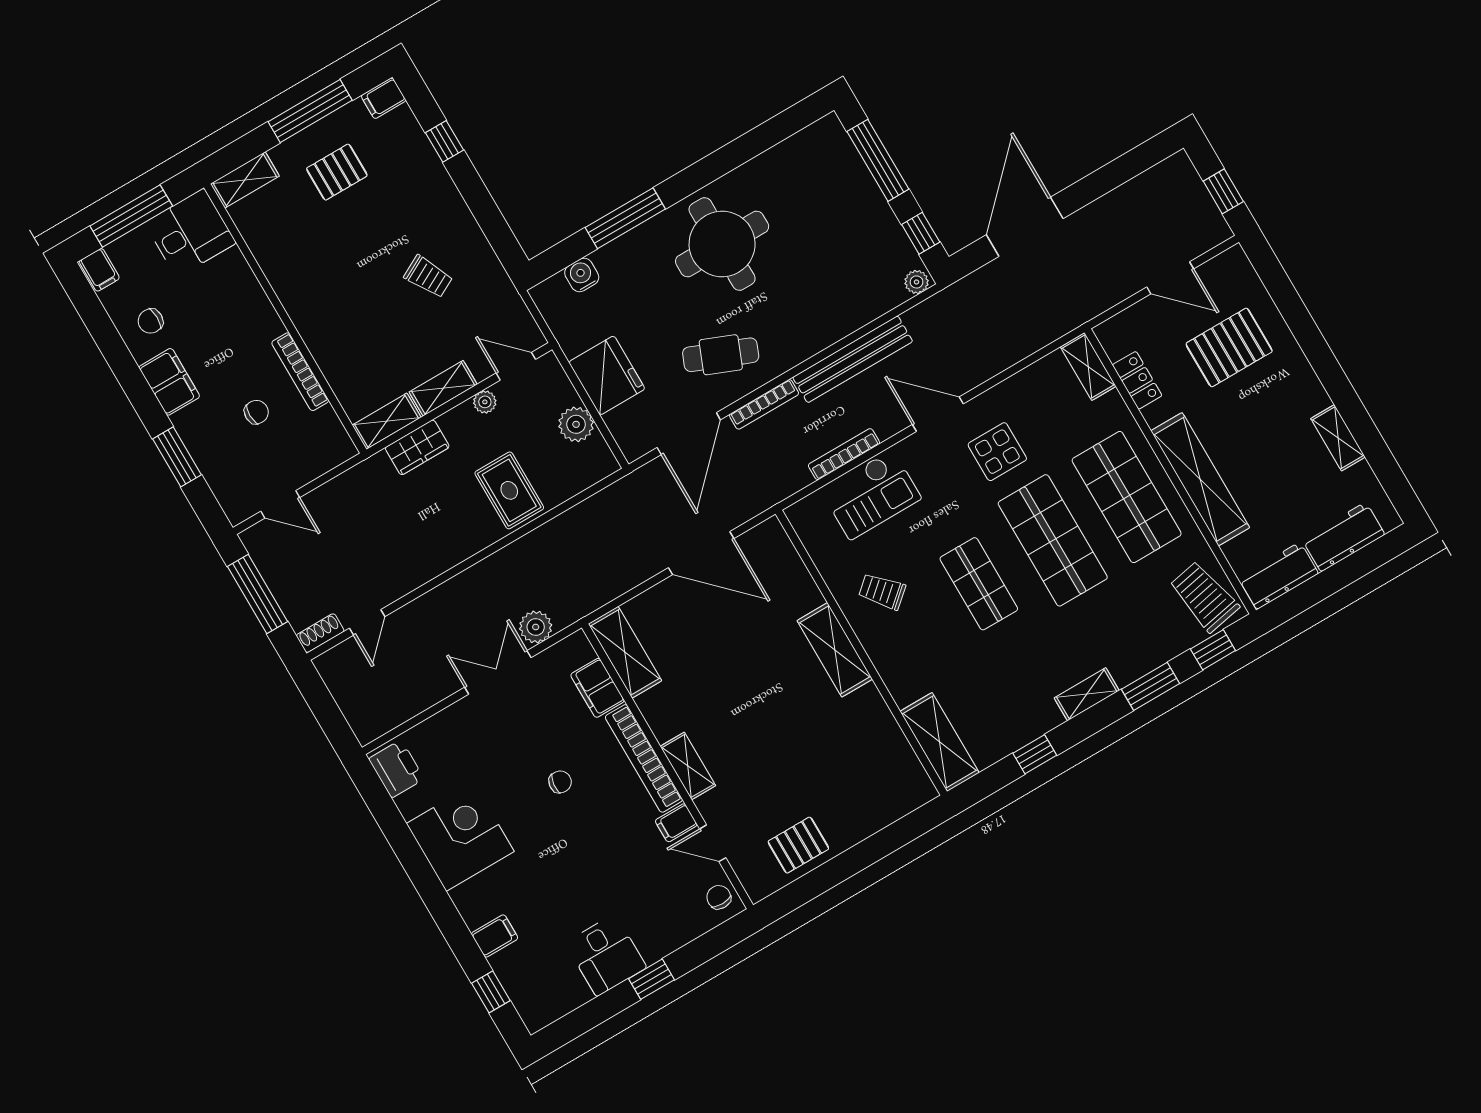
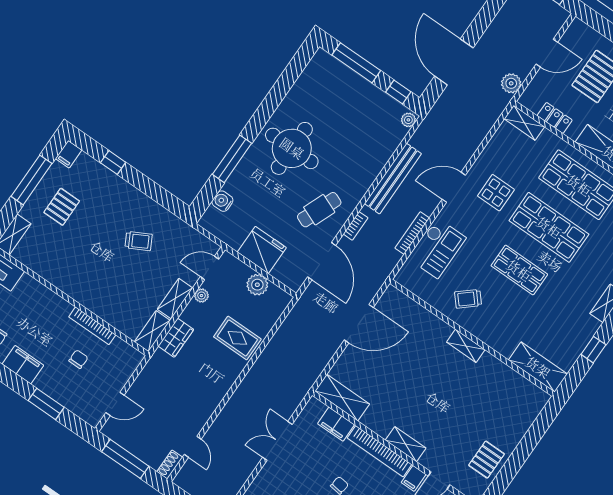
bookcase: (764, 404) -> (356, 226), width x0.64
plant: (536, 627) -> (511, 83), moved
shelving: (835, 650) -> (466, 346), width x0.67, depth x0.75

